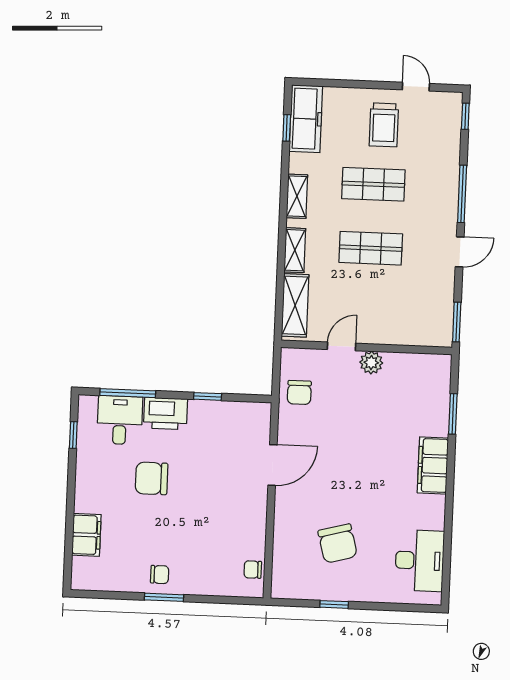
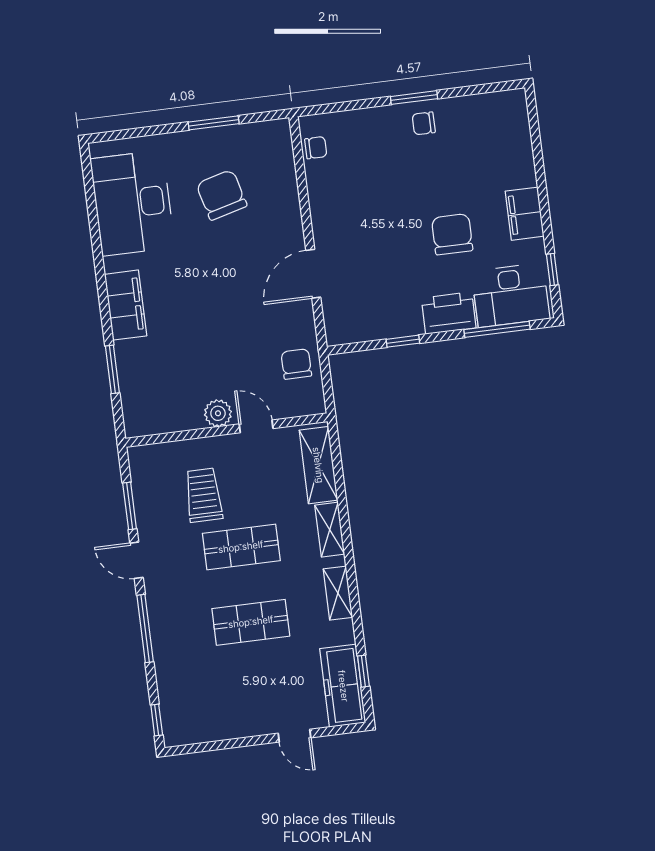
door: (416, 87) -> (295, 736), moved
trolley: (384, 125) -> (204, 495), moved
door: (460, 252) -> (136, 560), hinge flipped
window: (457, 322) -> (130, 506), moved
door: (341, 346) -> (256, 426), swing flipped
desk: (120, 420) -> (511, 295), width x1.37
chair: (152, 478) -> (452, 234), turned -90
filing cabinet: (86, 535) -> (525, 214), moved
desk: (420, 561) -> (132, 203), width x1.36, depth x1.30
window: (334, 604) -> (214, 123), width x1.50

